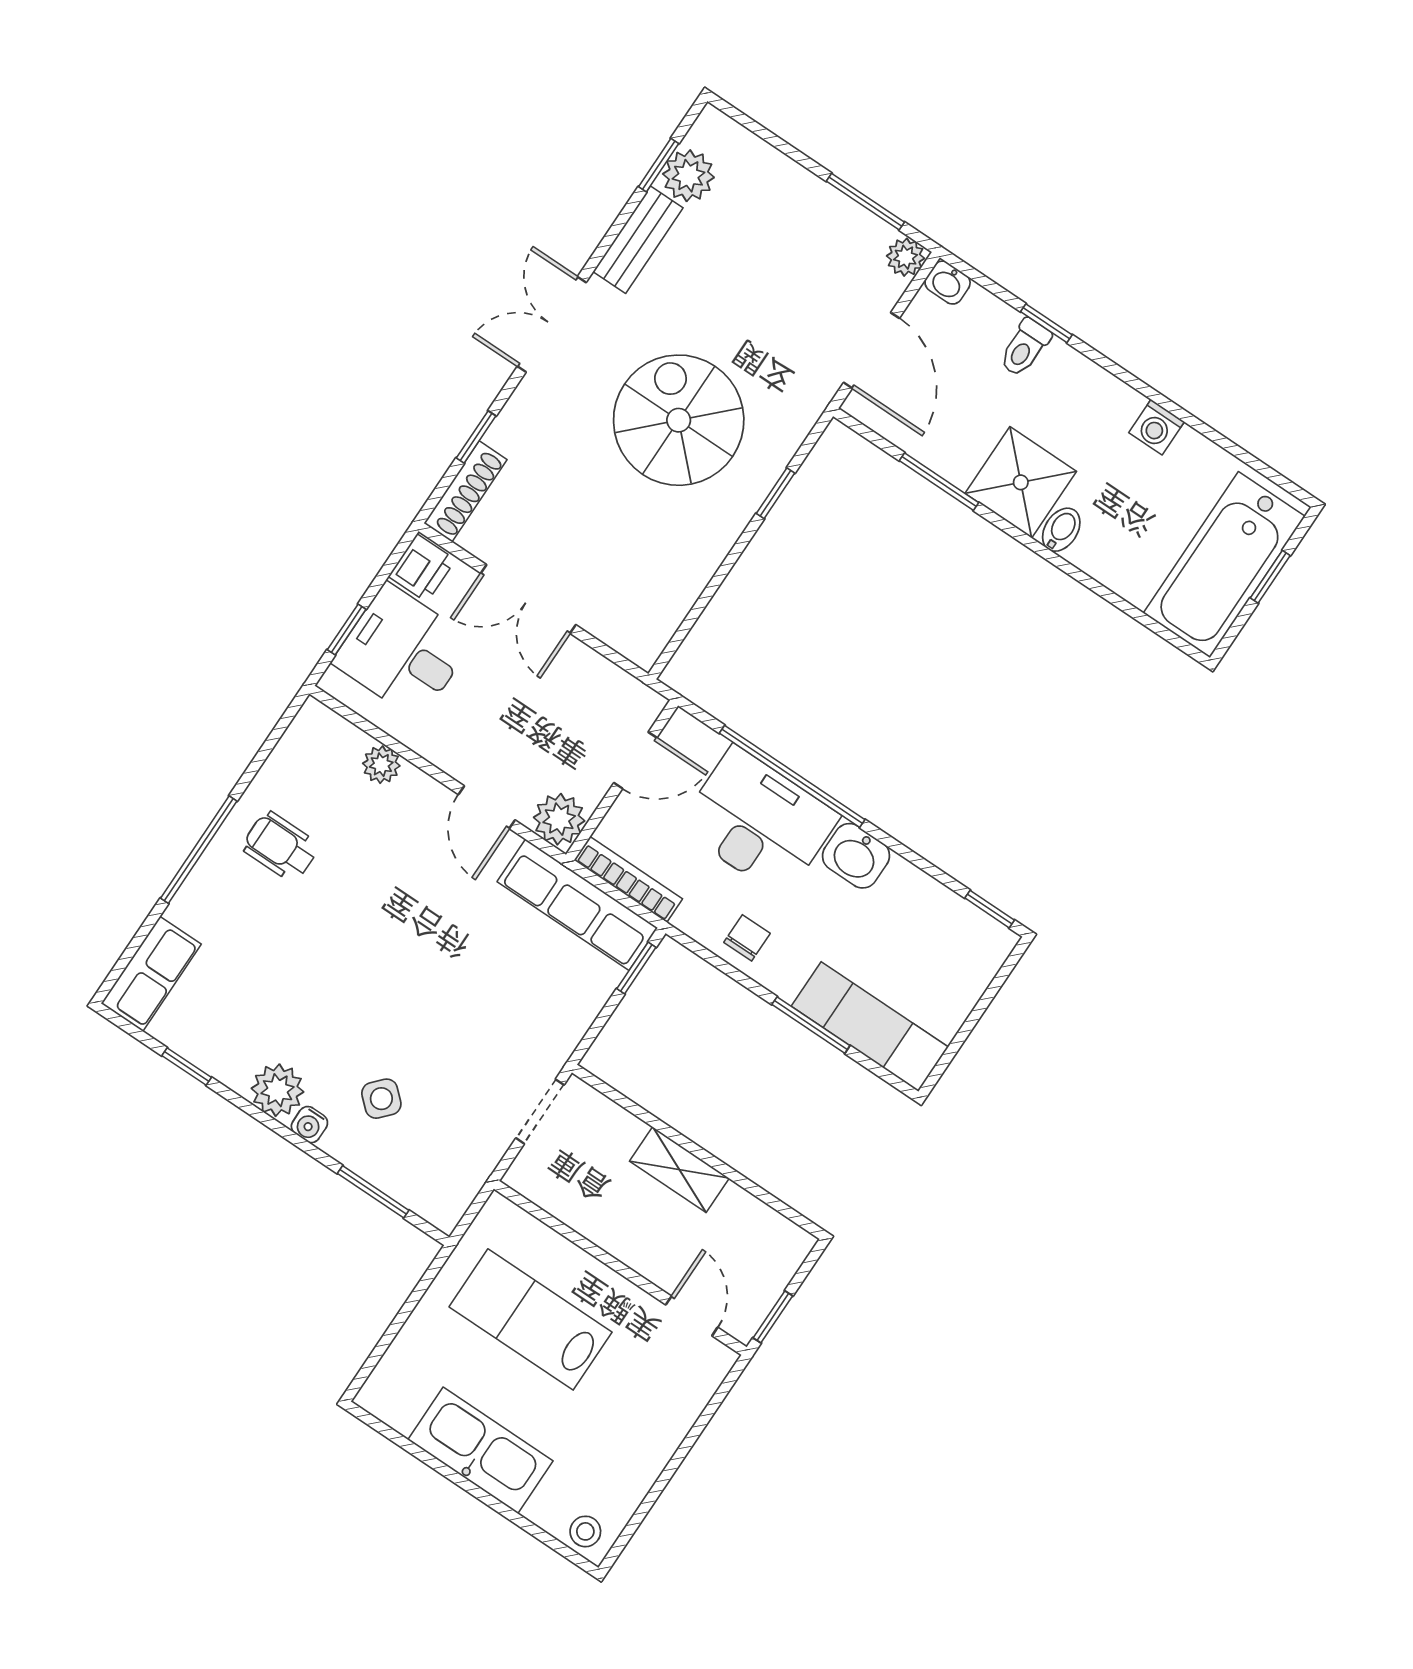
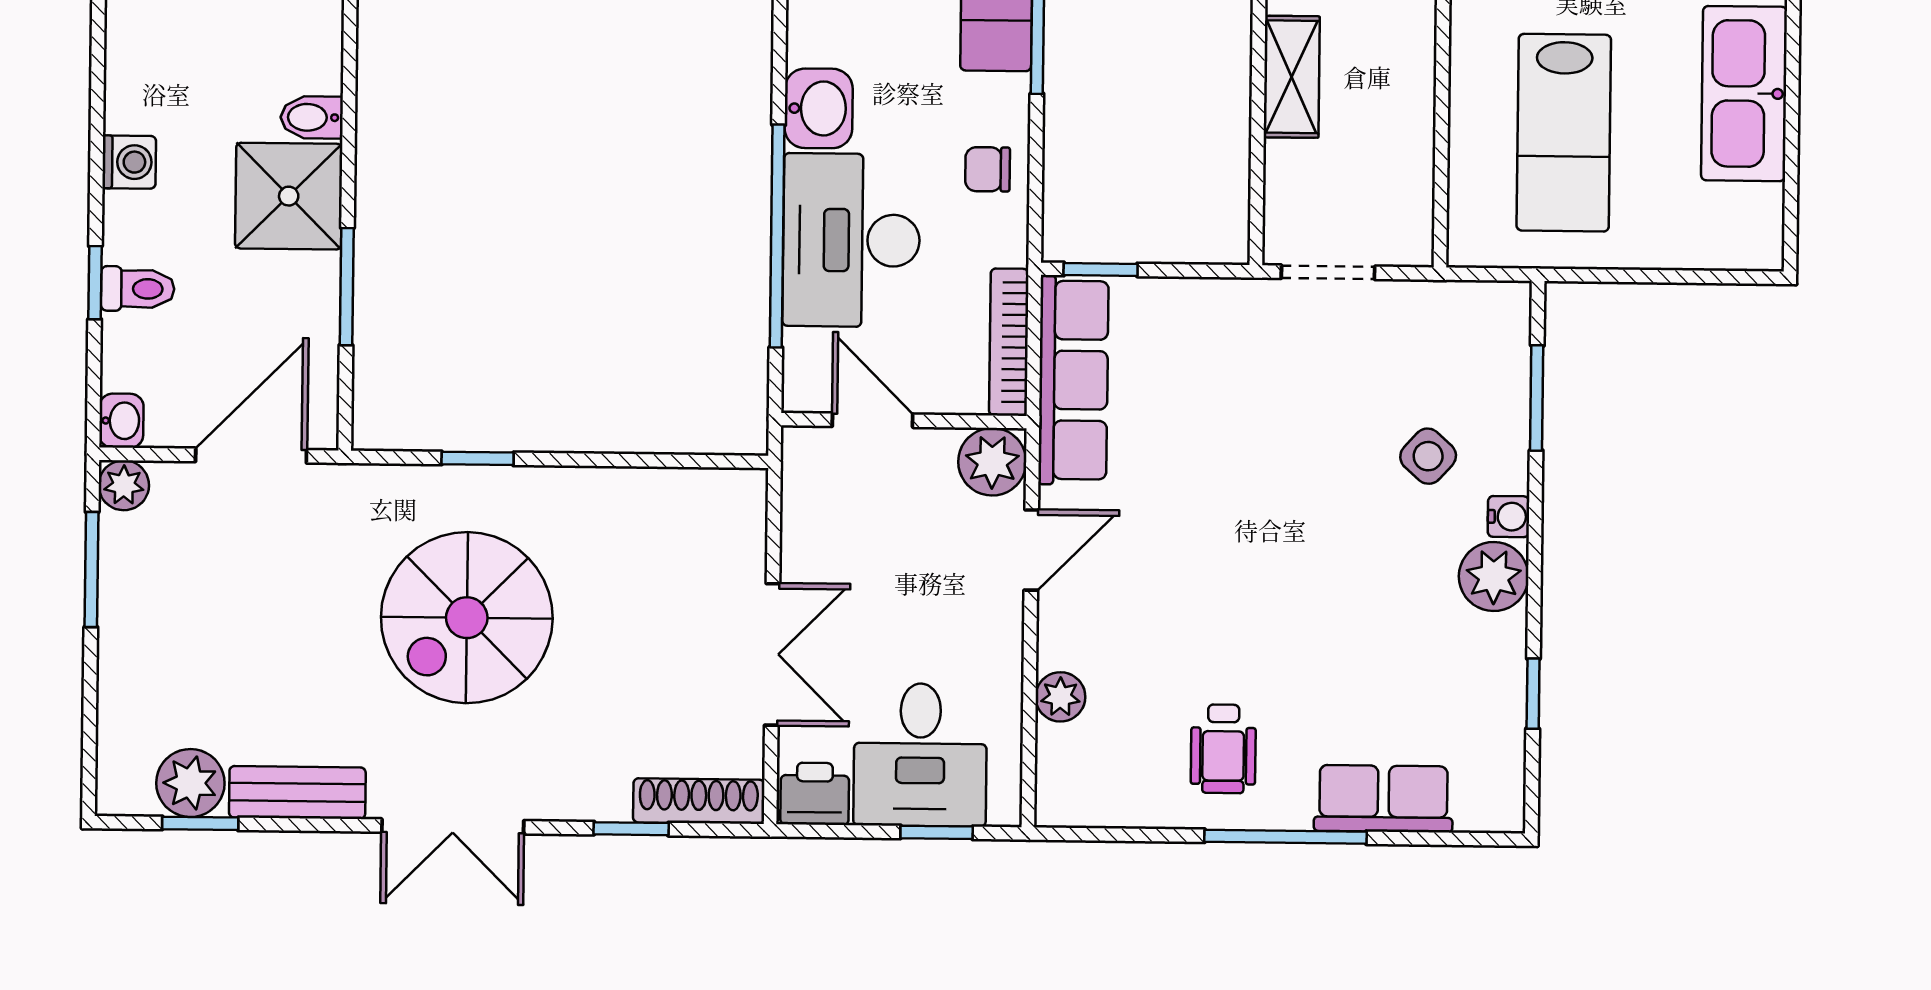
washing machine: (1157, 427) -> (129, 162), moved
row of seats: (151, 974) -> (1383, 799), moved

